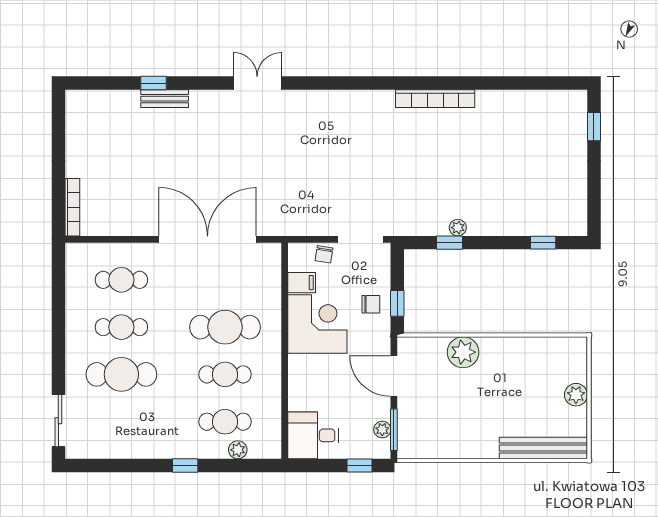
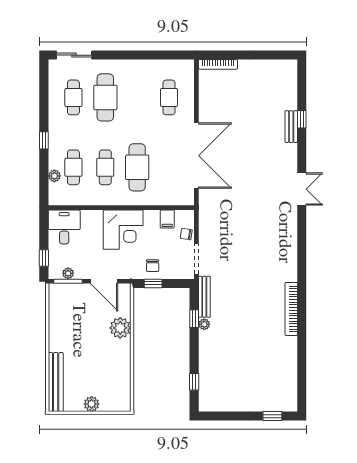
bench: (417, 227) -> (204, 297), added
corner desk: (317, 324) -> (123, 230), moved
cafe table: (121, 327) -> (73, 97), moved
door: (394, 376) -> (104, 281), swing flipped

